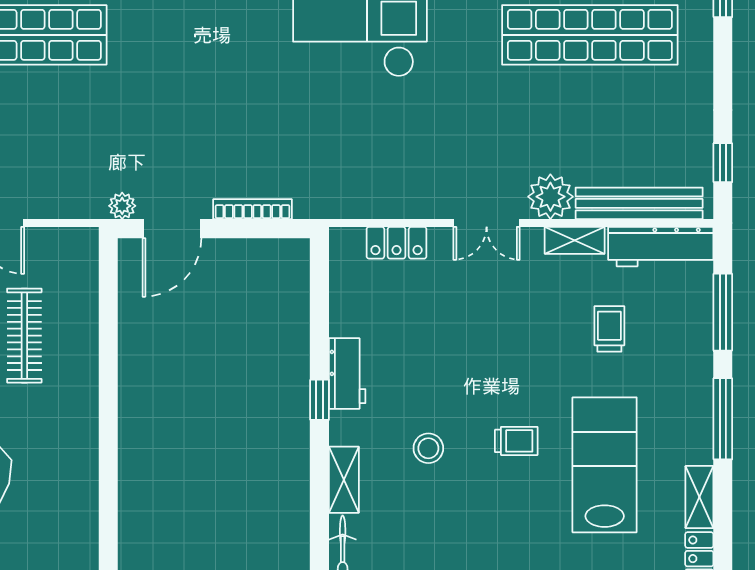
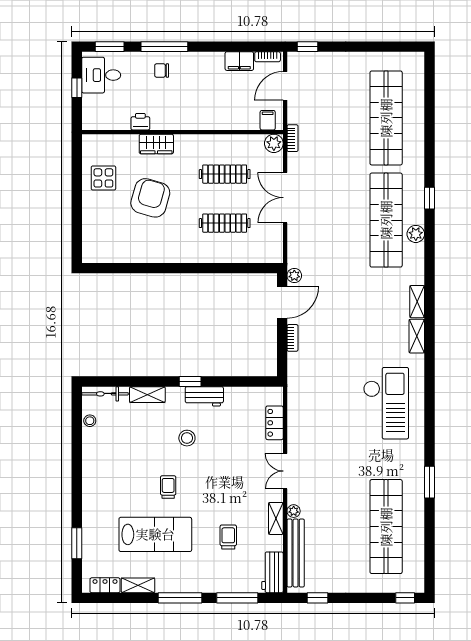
plant: (550, 197) -> (294, 511), width x0.53, depth x0.53
bookcase: (253, 209) -> (293, 338), width x0.64
door: (172, 229) -> (282, 302), swing flipped
workbench: (661, 247) -> (272, 572), width x0.73
trolley: (609, 329) -> (228, 537), turned -90
trolley: (516, 441) -> (168, 487), turned 180
stool: (428, 448) -> (187, 438), moved

